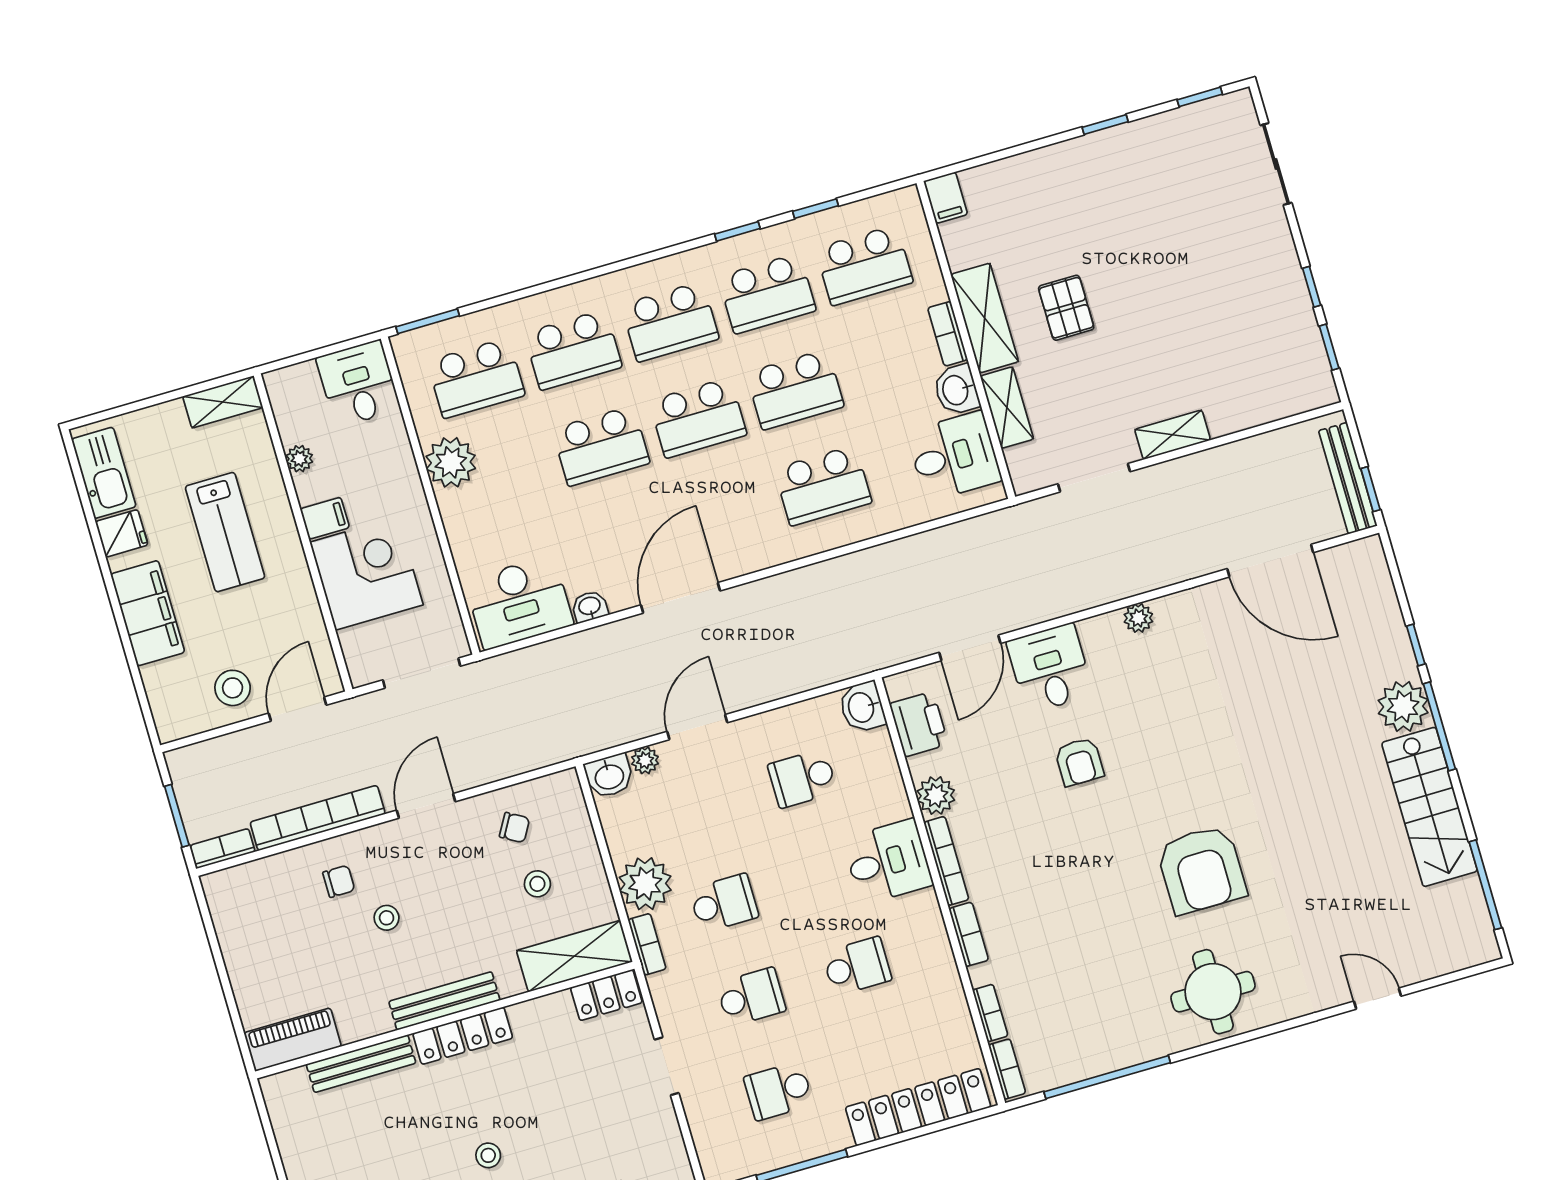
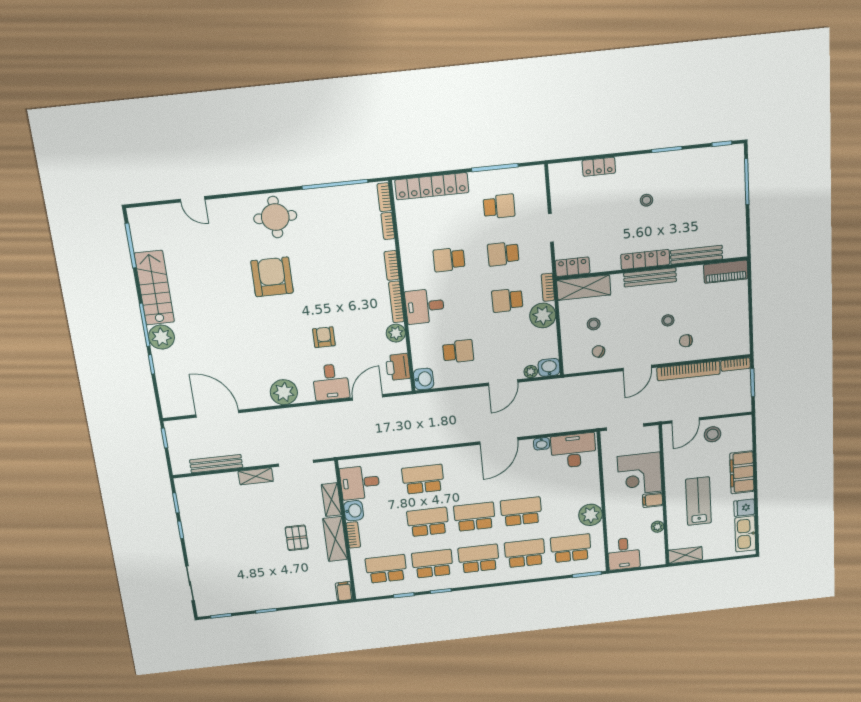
bench: (1348, 478) -> (216, 464), moved, turned 90
plant: (1138, 618) -> (284, 392), width x1.88, depth x1.88

